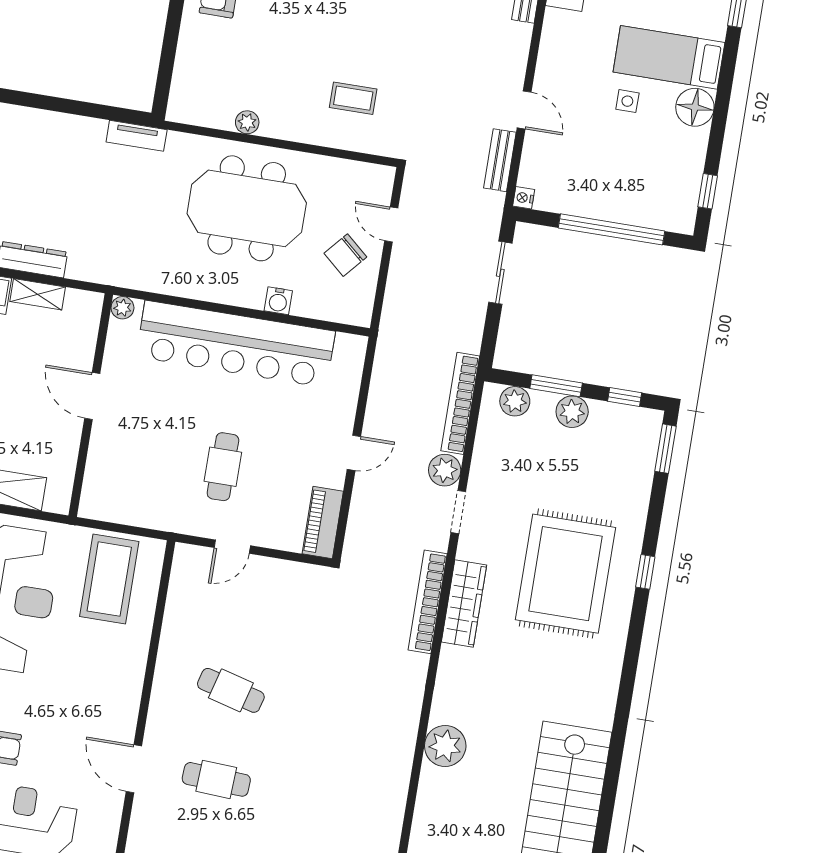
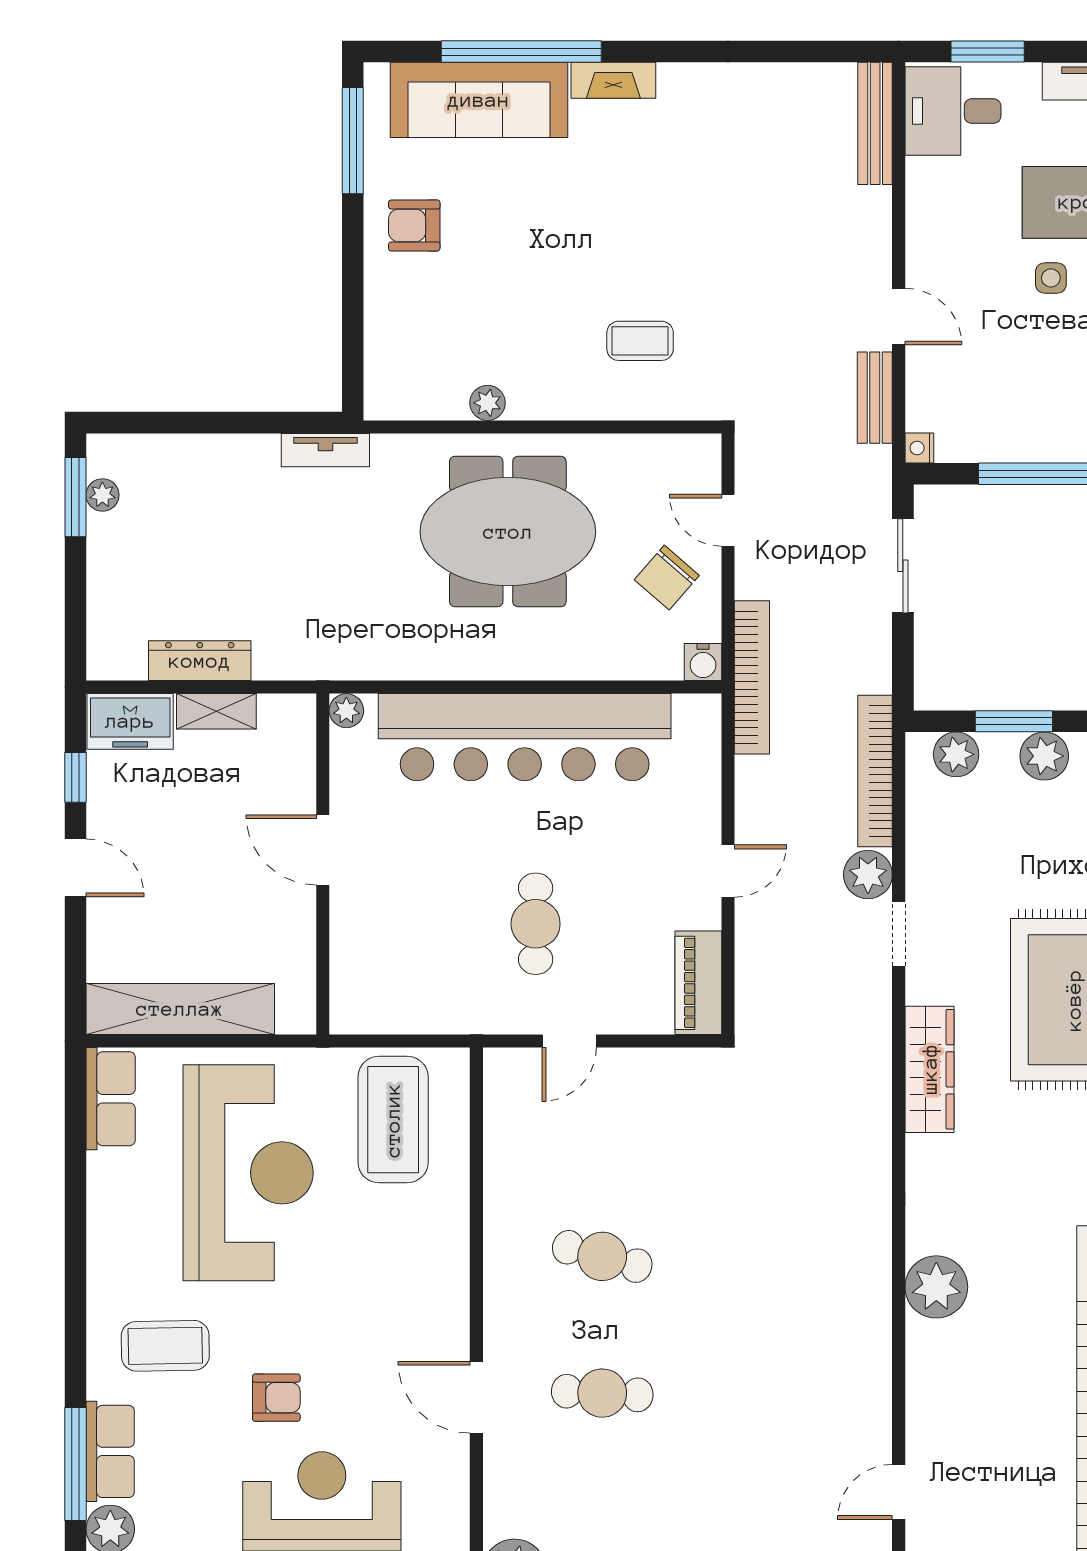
water cooler: (278, 301) -> (703, 662), moved
bookcase: (428, 602) -> (752, 677), moved, turned 180

